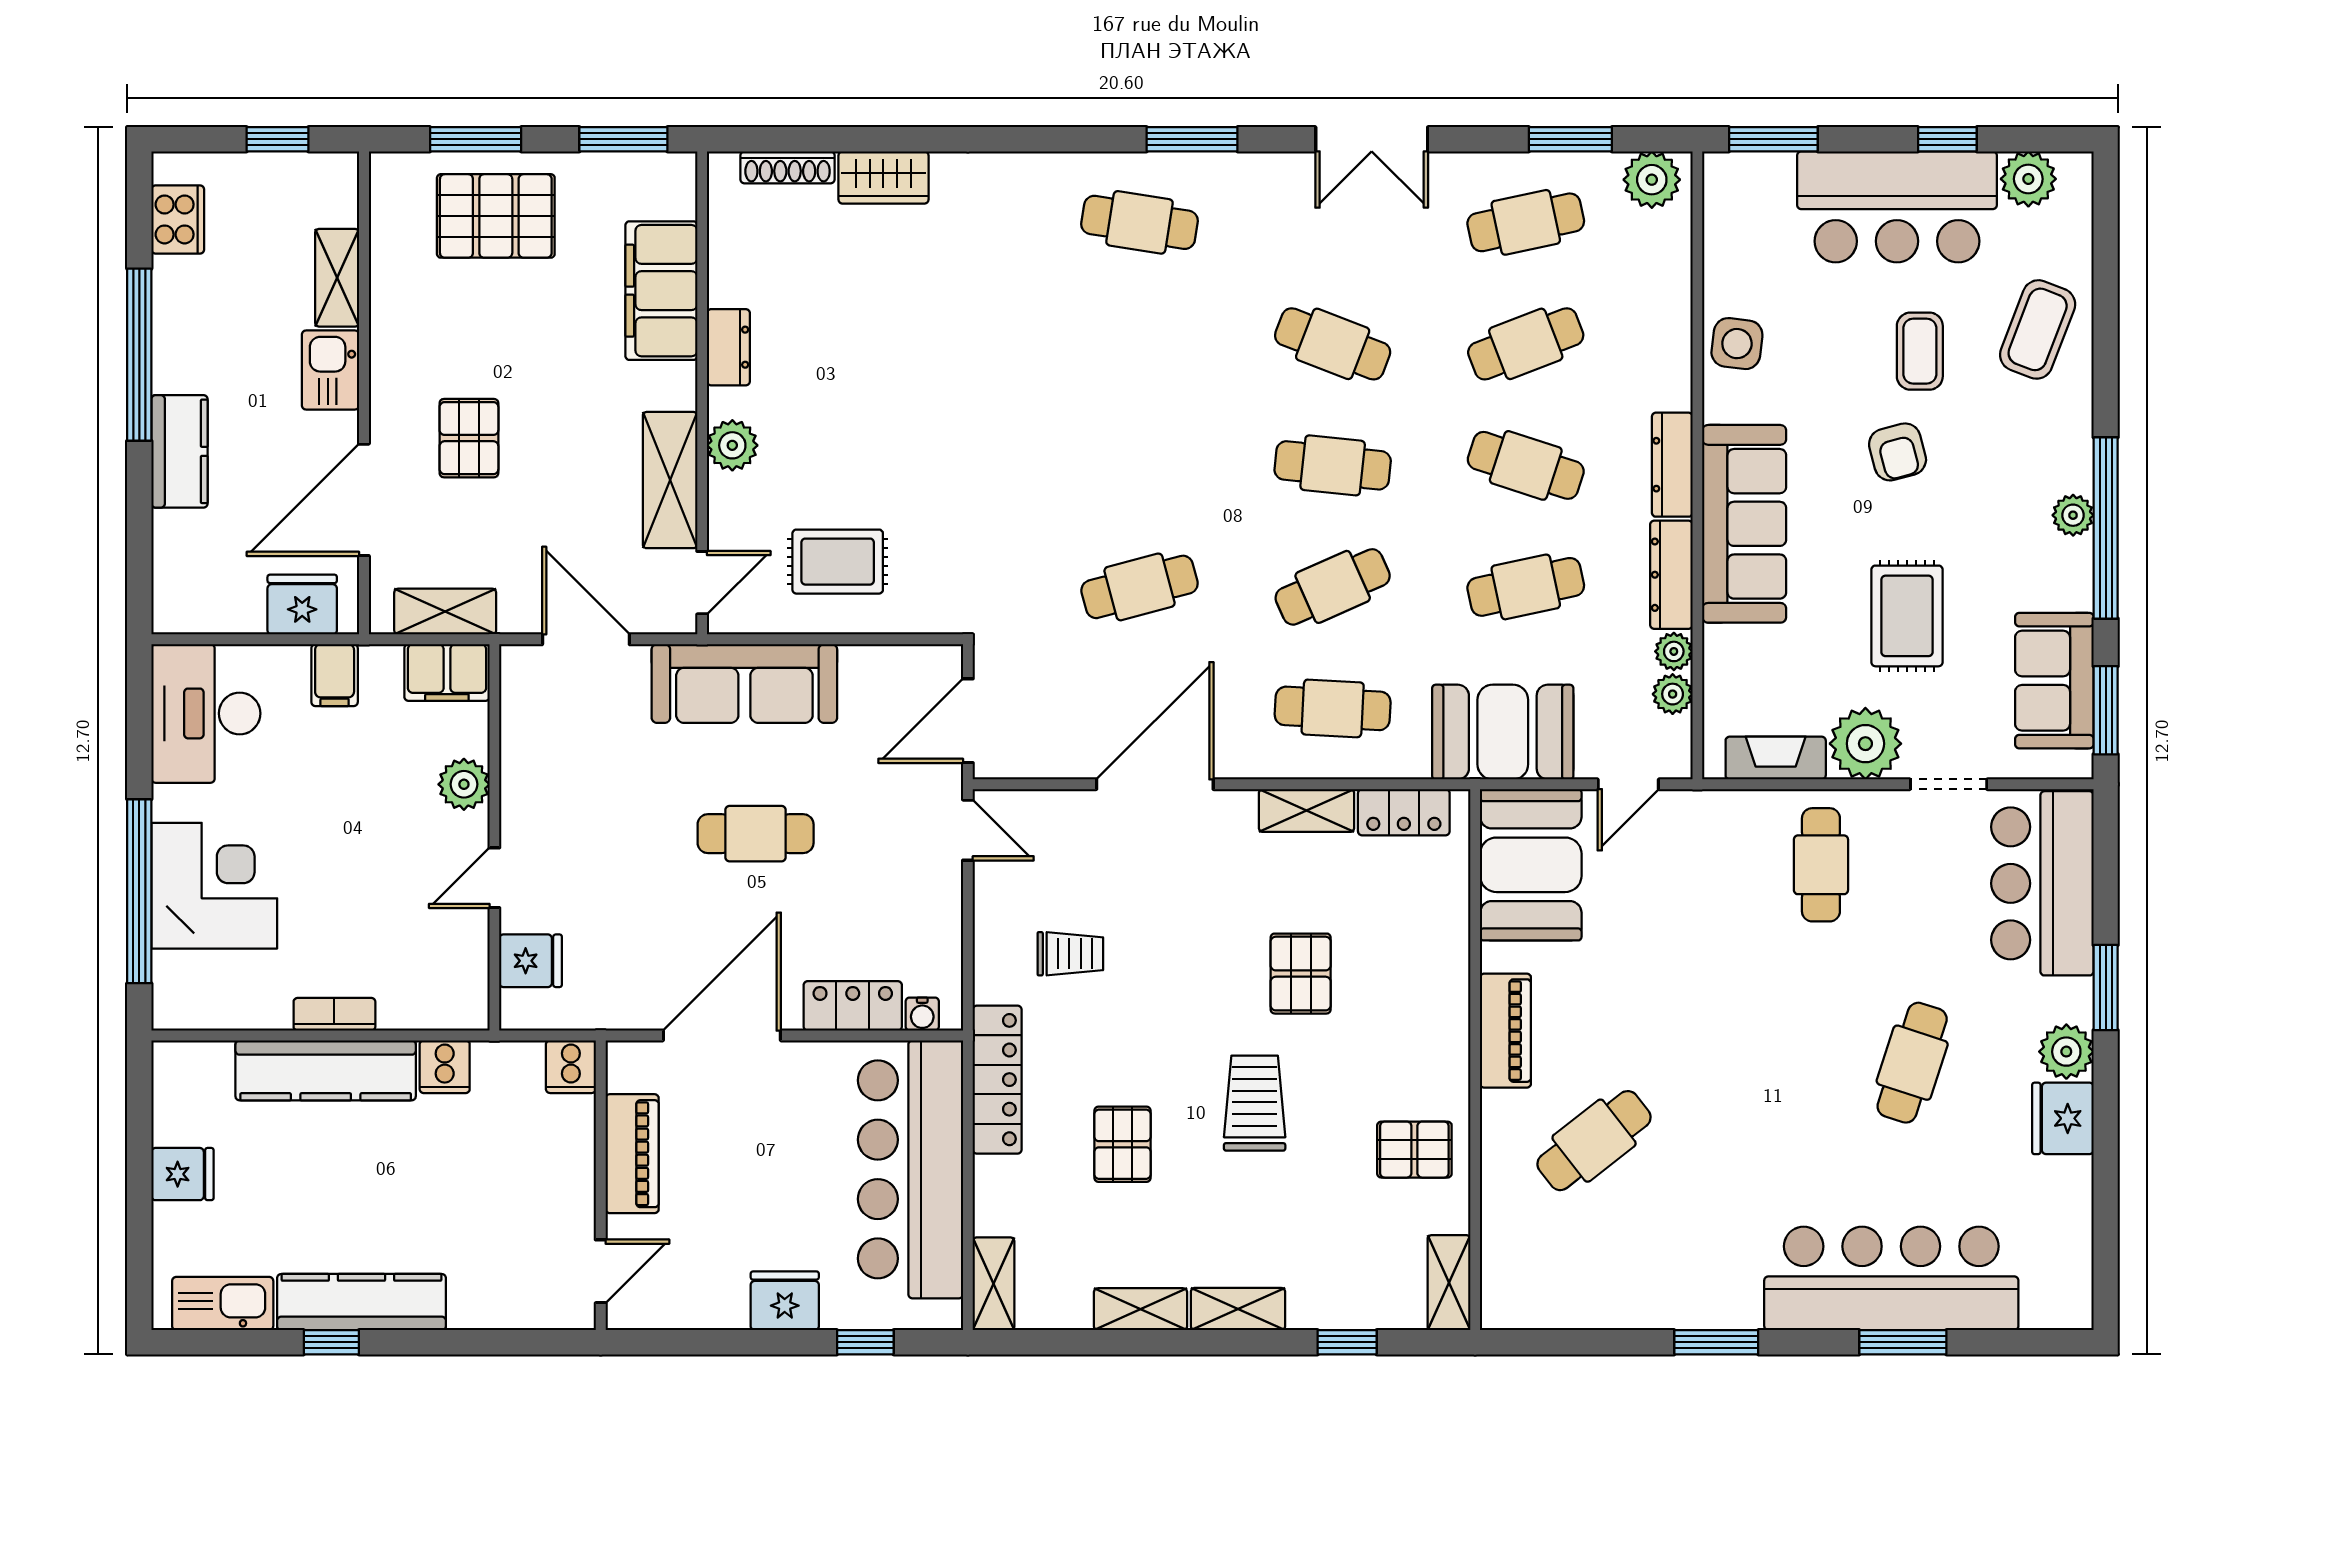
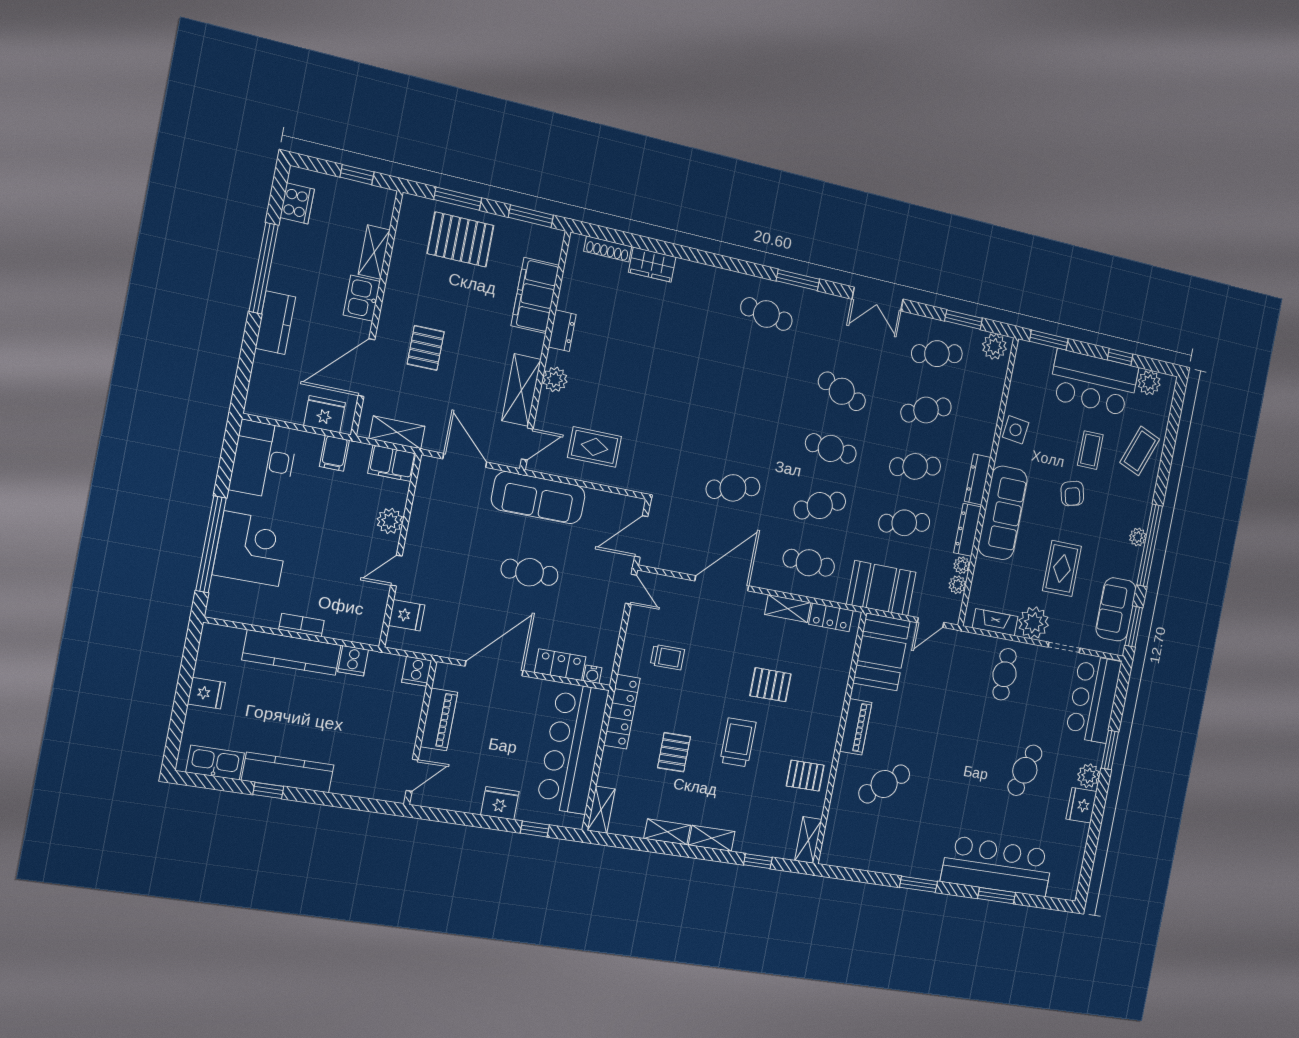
cafe table: (1526, 465) -> (915, 466), turned -30
pallet: (1301, 974) -> (770, 685), turned 90

